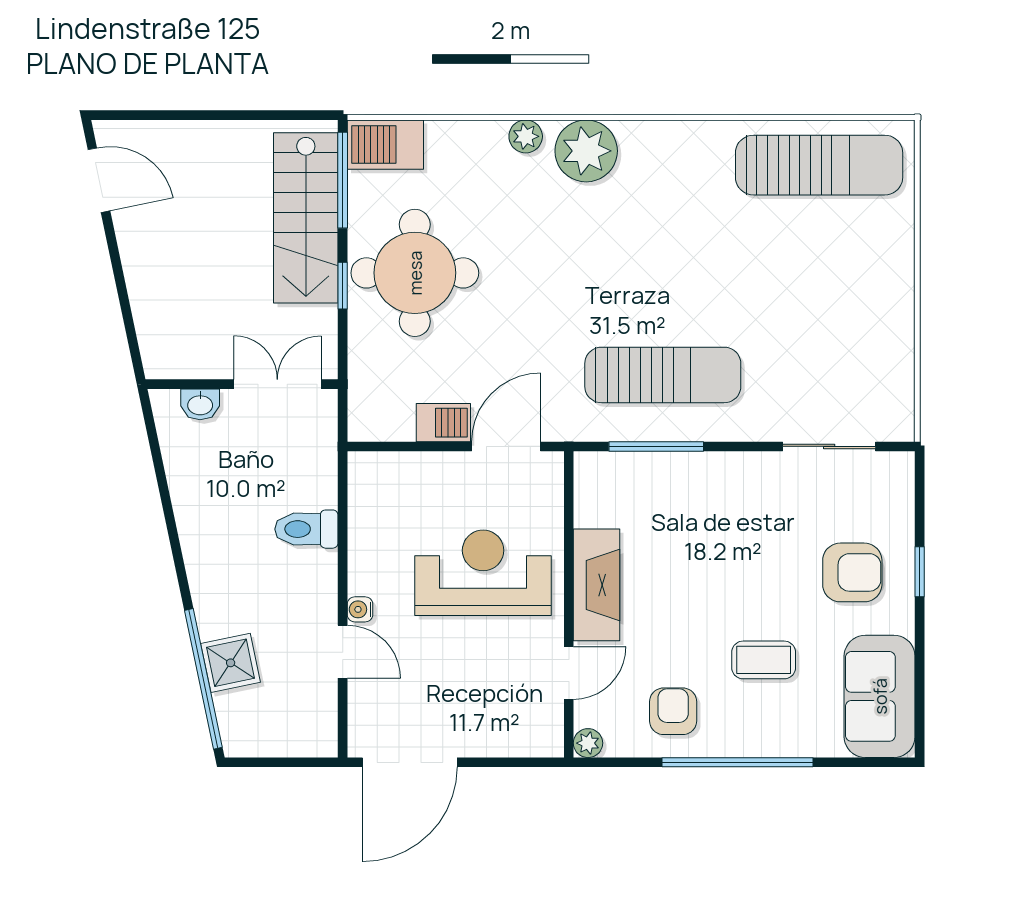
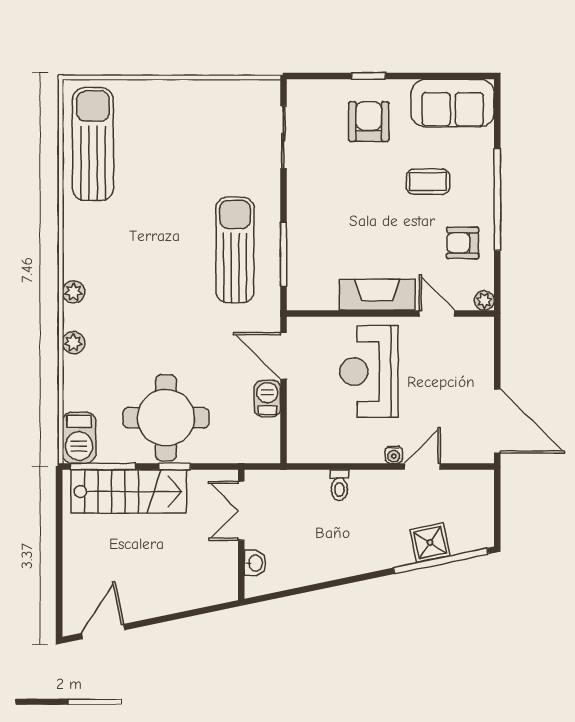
plant: (586, 151) -> (74, 292), width x0.53, depth x0.53
toilet: (306, 529) -> (339, 485), width x0.73, depth x0.72
coffee table: (764, 660) -> (428, 182), turned 90

